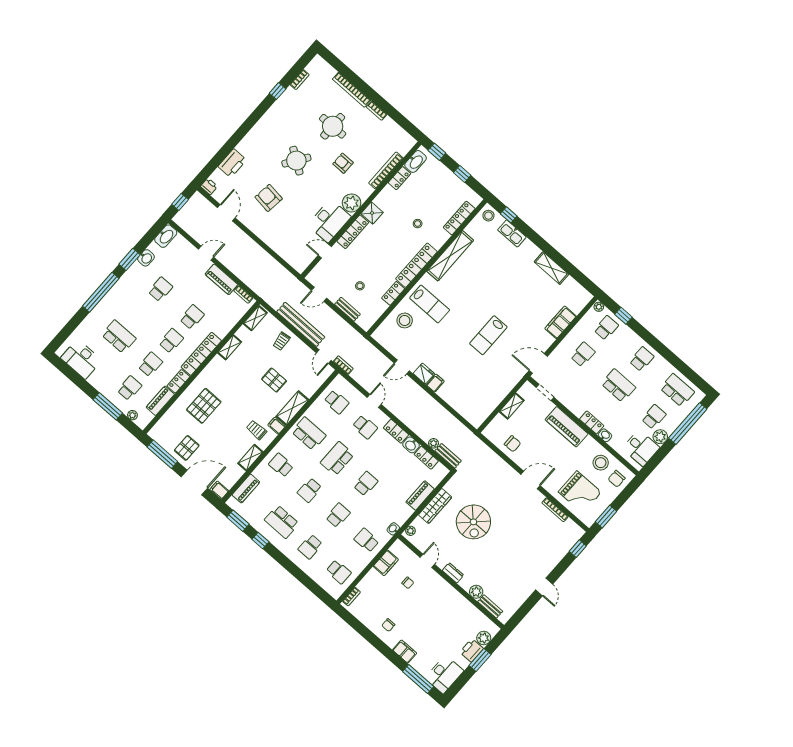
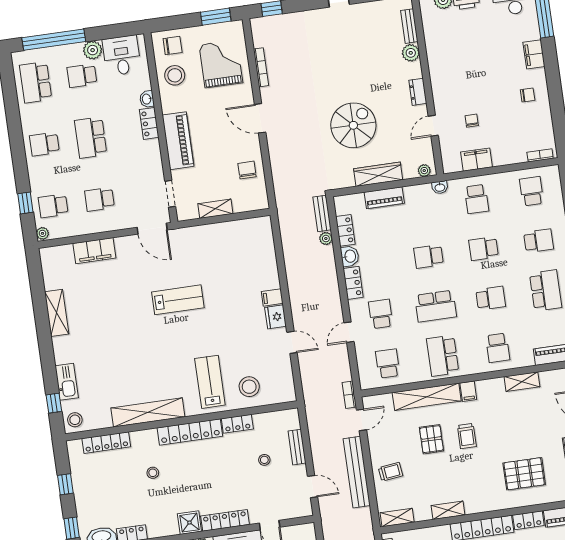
shelving: (292, 408) -> (427, 397), width x1.47
trolley: (256, 430) -> (467, 436), moved

